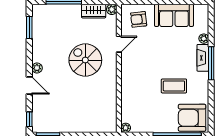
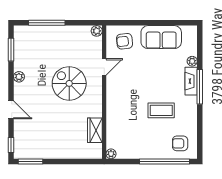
wardrobe: (94, 11) -> (95, 130), moved, turned 90
plant: (37, 68) -> (19, 77), moved
armchair: (192, 118) -> (180, 143), width x0.53, depth x0.53

